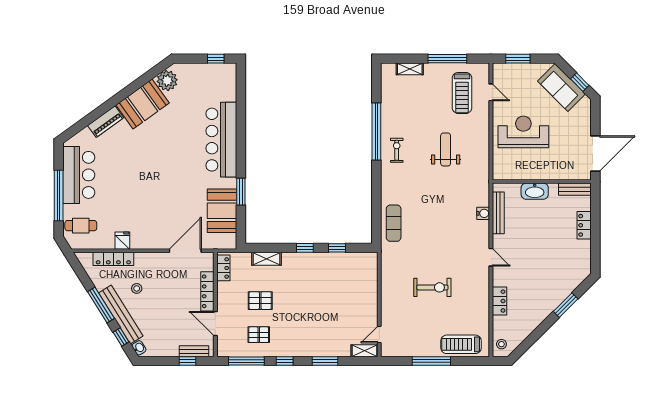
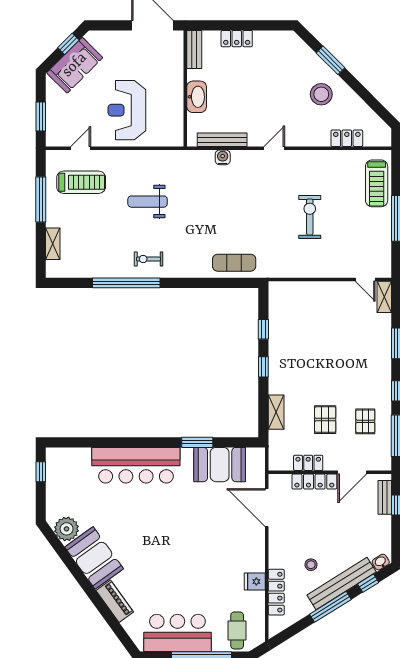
locker: (223, 268) -> (308, 463), moved
locker: (499, 301) -> (347, 138), moved
stool: (501, 344) -> (321, 94), moved, width x1.89, depth x1.89

